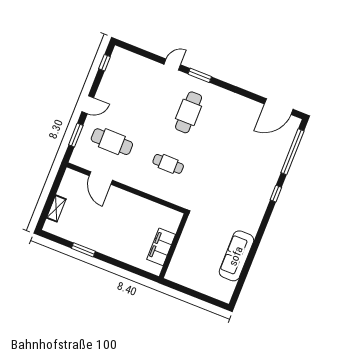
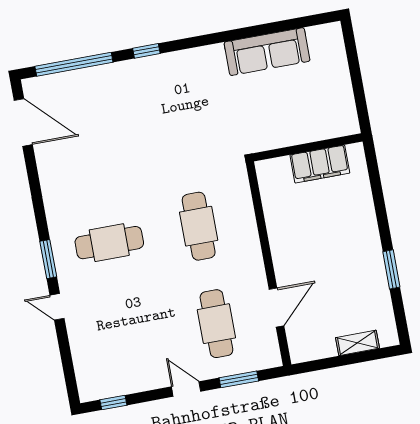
cafe table: (168, 164) -> (199, 226), width x1.37, depth x1.35

